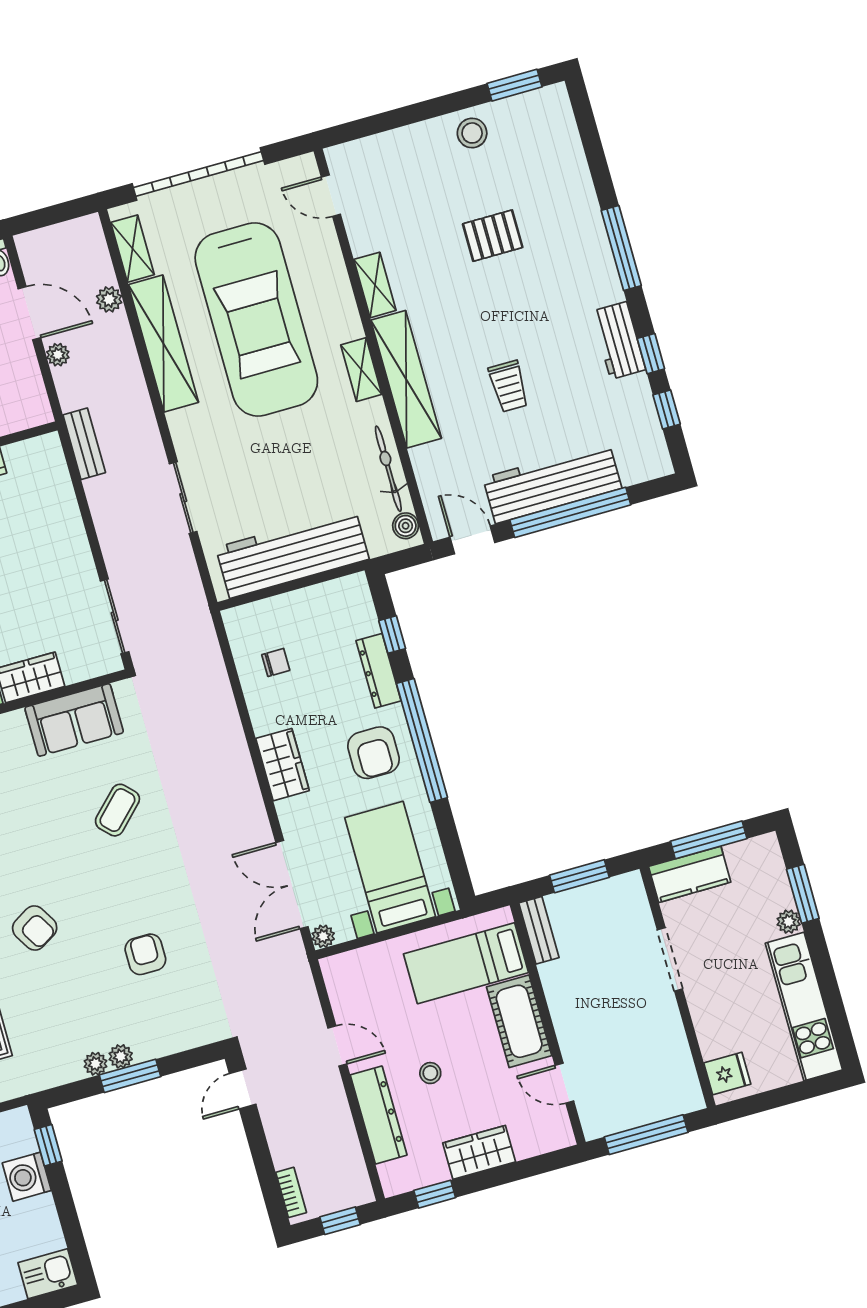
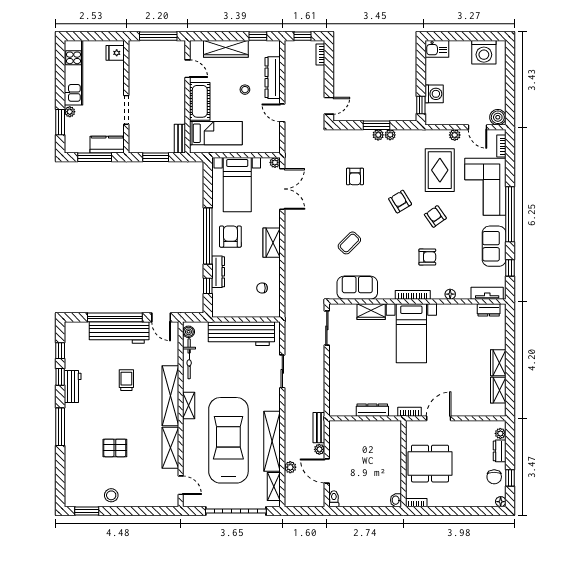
shelving: (375, 285) -> (170, 448), width x1.50, depth x1.33
bench: (84, 444) -> (319, 428), moved
wardrobe: (479, 1152) -> (226, 49), width x1.50

